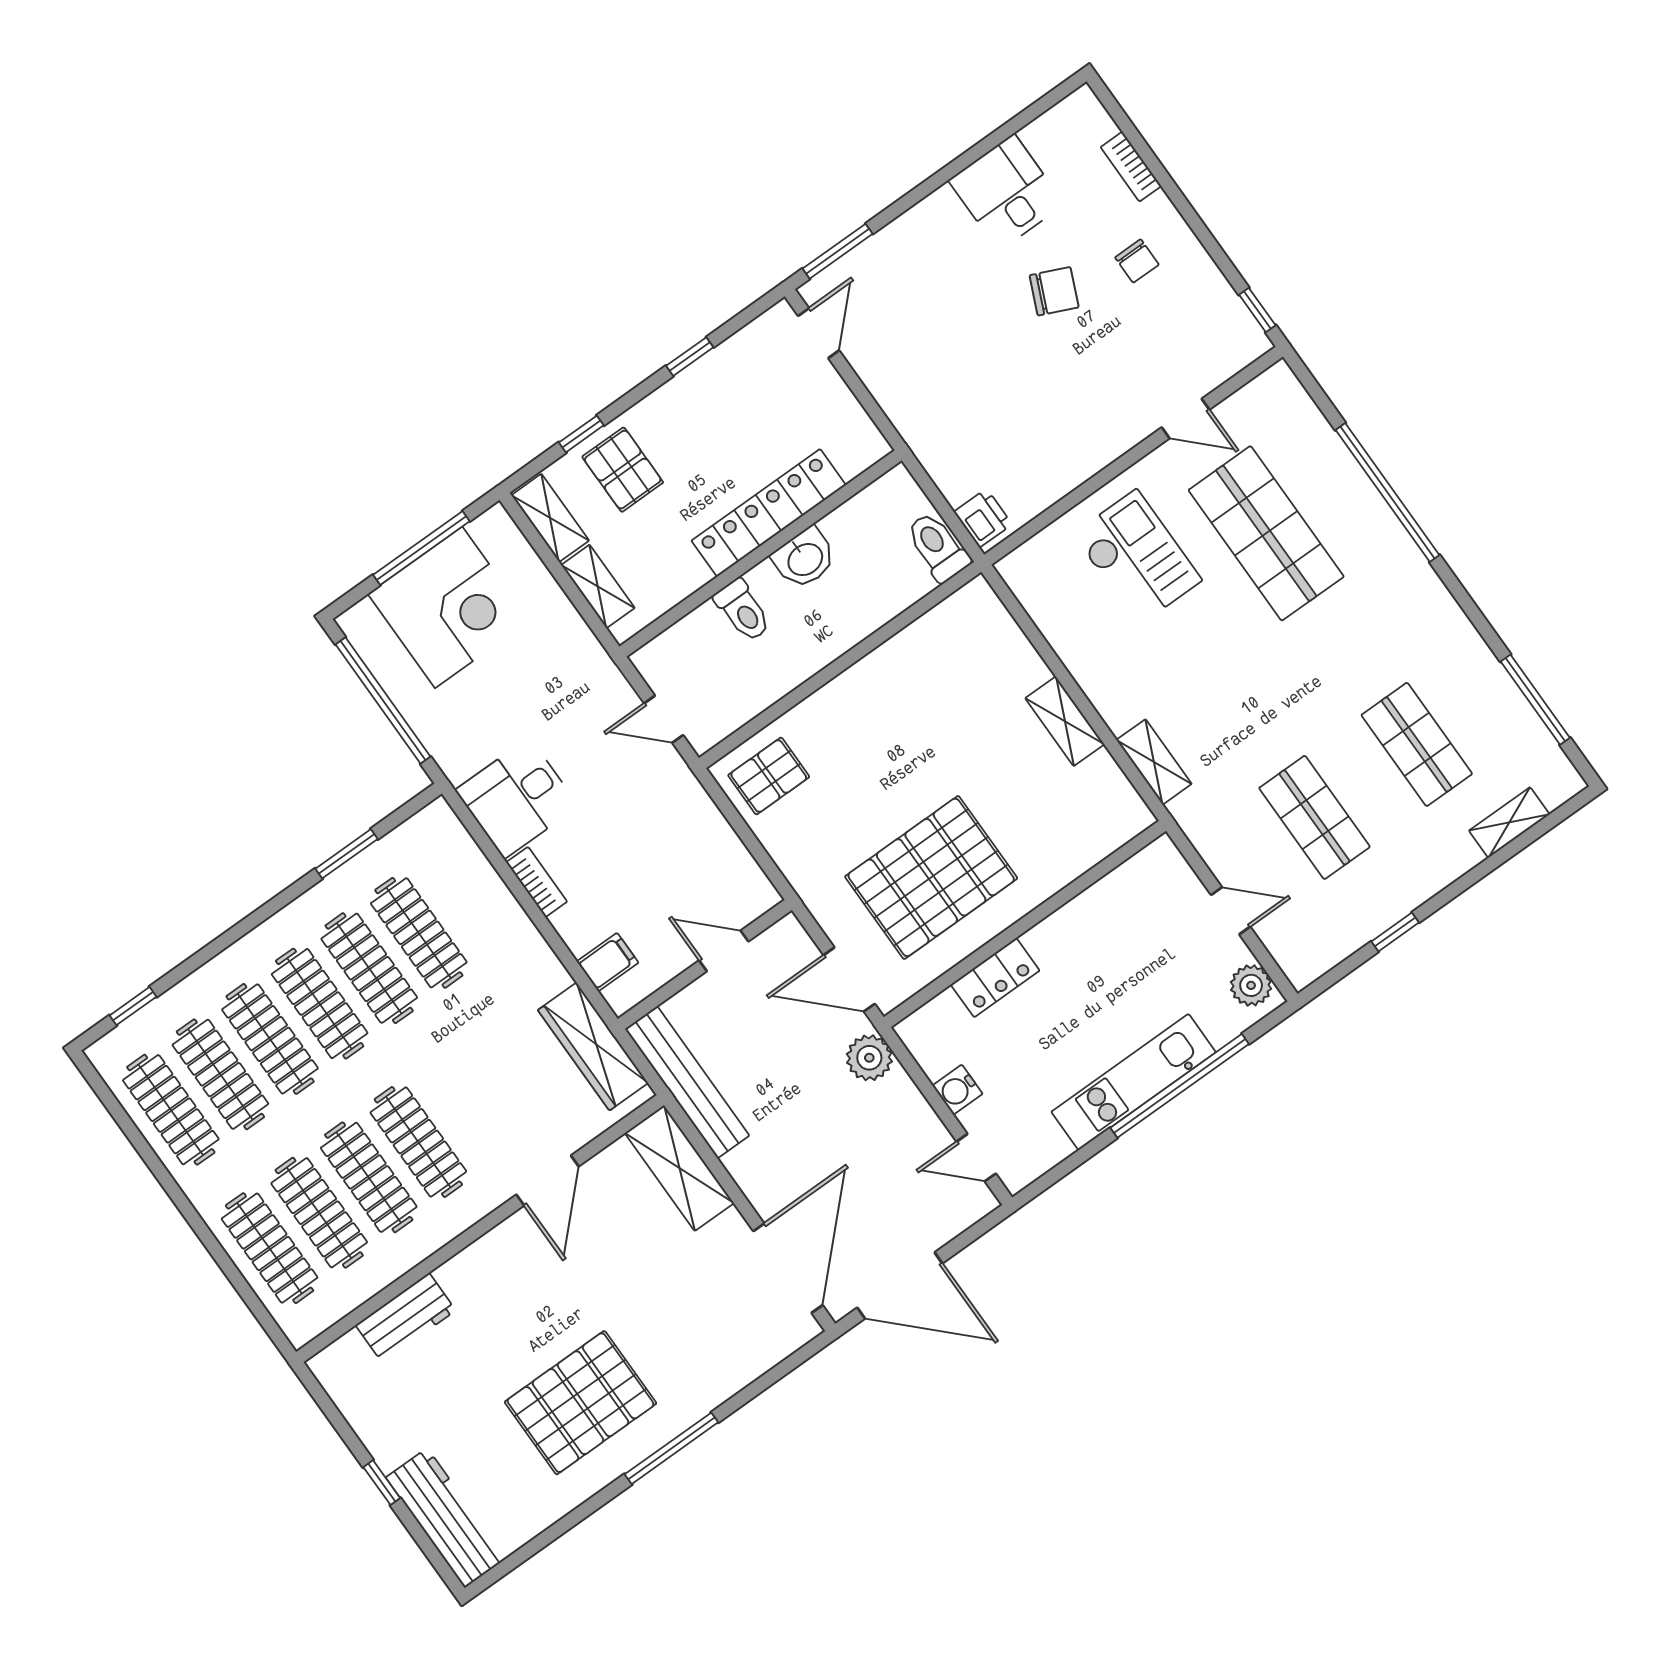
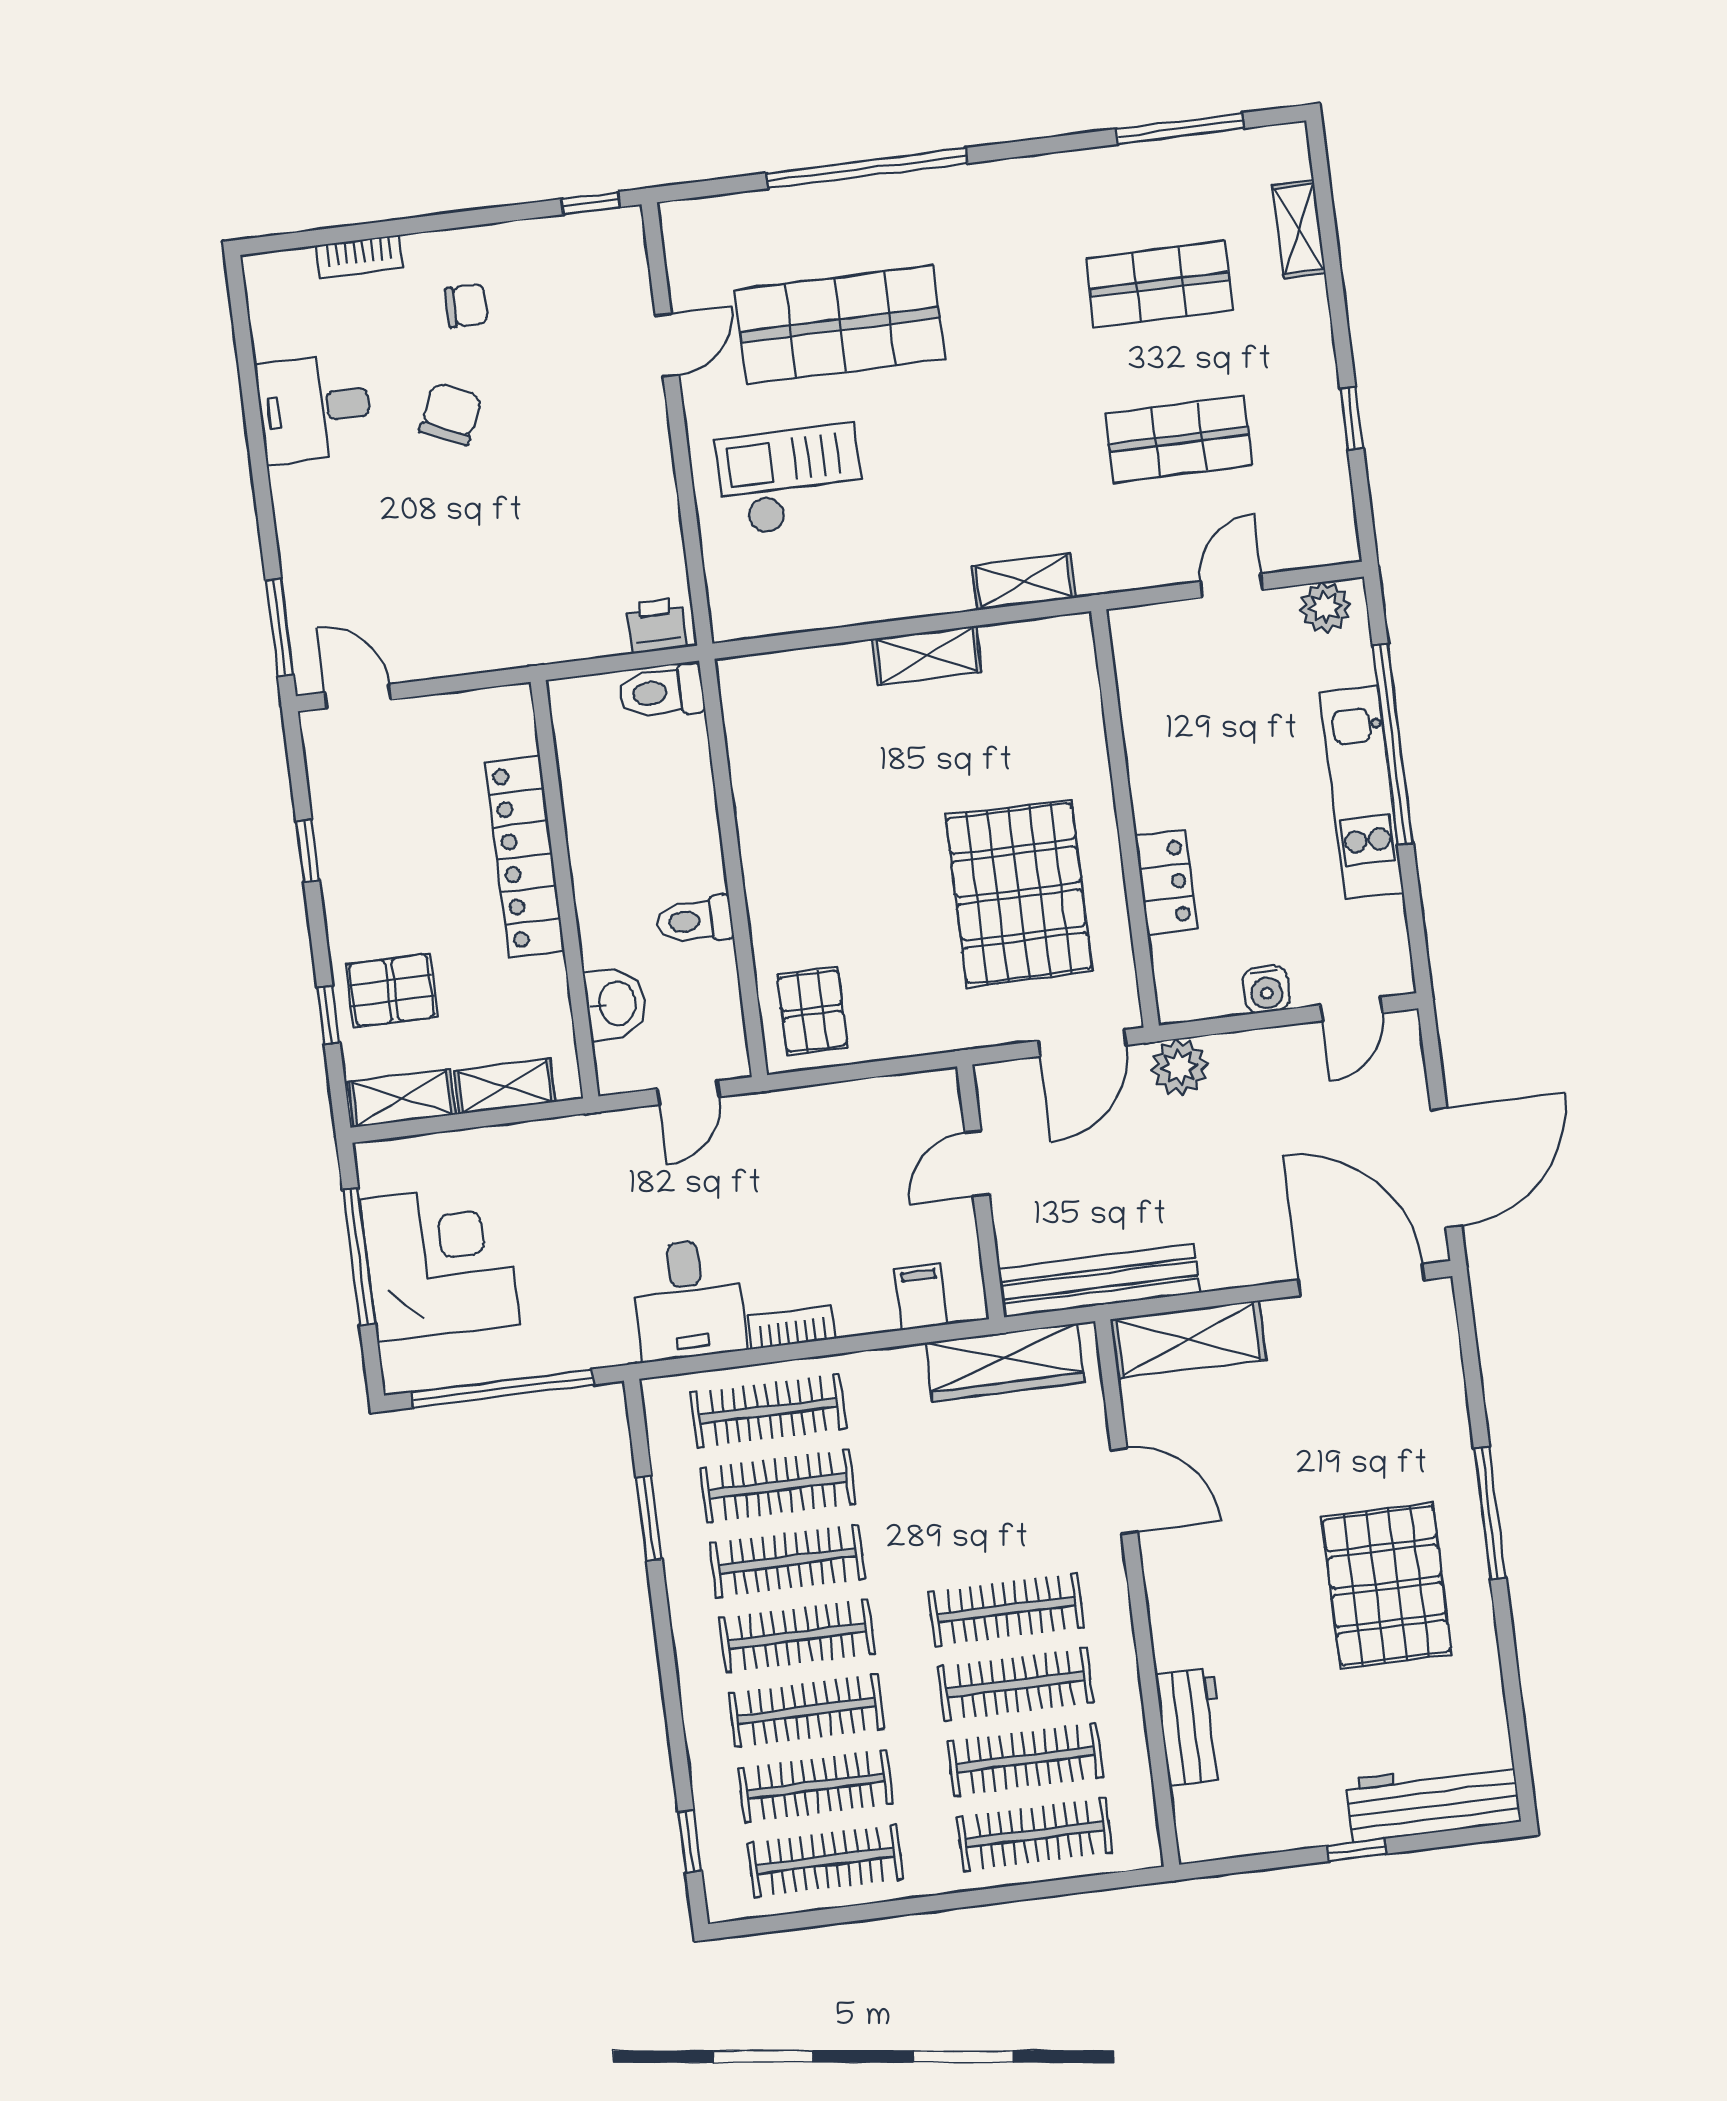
washbasin: (804, 558) -> (616, 1004), moved
toilet: (743, 610) -> (695, 920), moved, turned 180
clothes rail: (468, 897) -> (768, 1411), added

